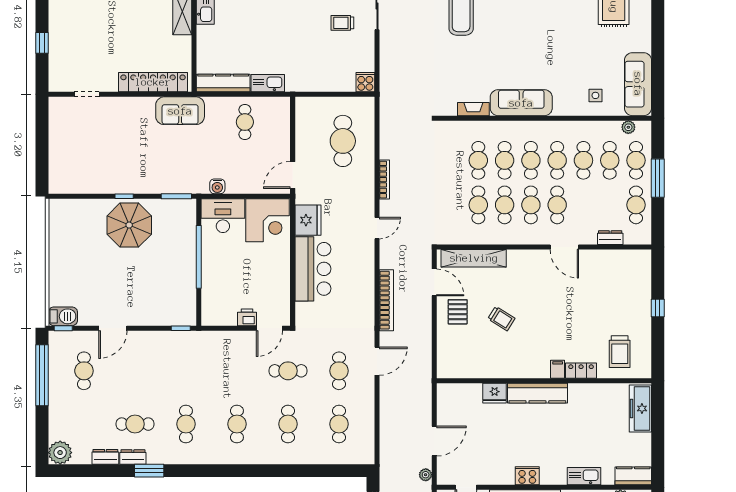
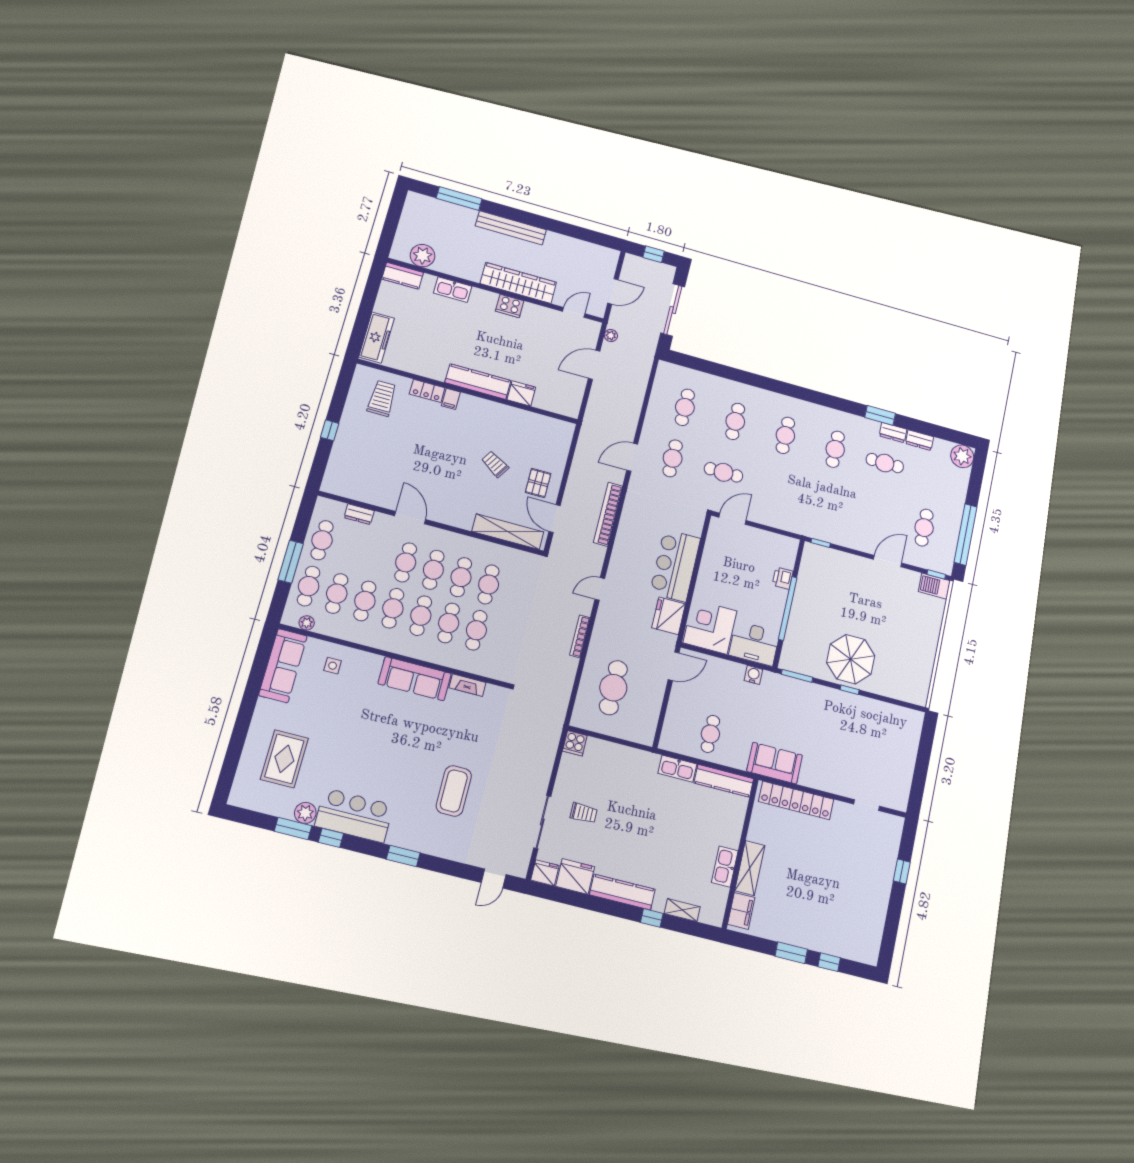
printer: (247, 317) -> (783, 578), moved, turned 90

